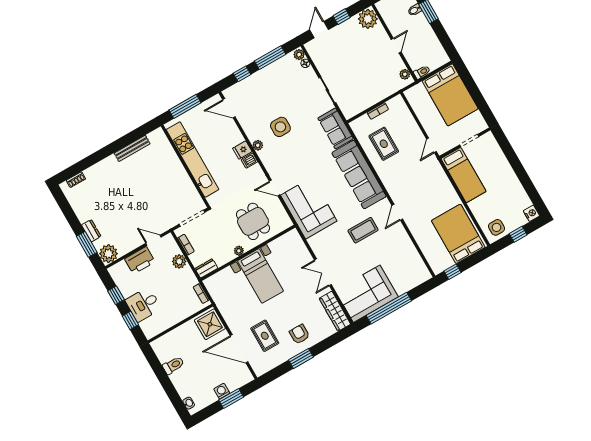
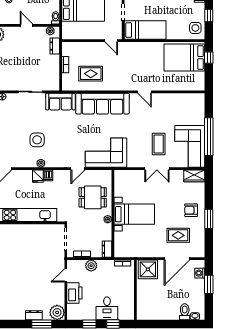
dresser: (391, 89) -> (55, 46), added
coffee table: (363, 230) -> (159, 144), moved
window: (453, 272) -> (209, 58), moved
wardrobe: (335, 311) -> (194, 176), width x0.67
toilet: (173, 365) -> (185, 312), moved
washing machine: (222, 391) -> (200, 273), moved

